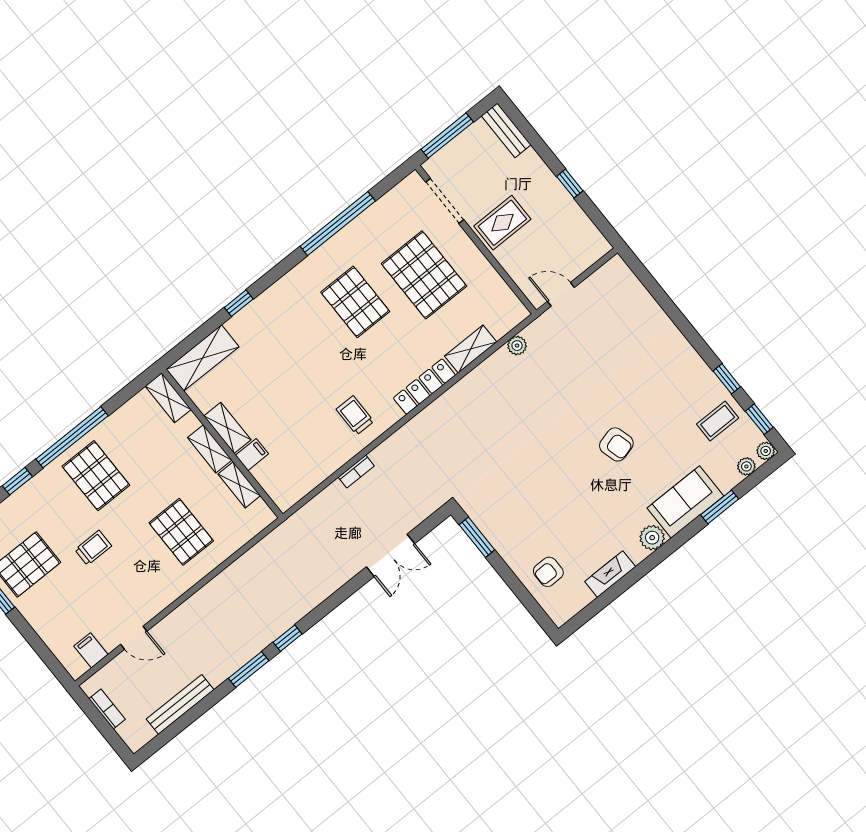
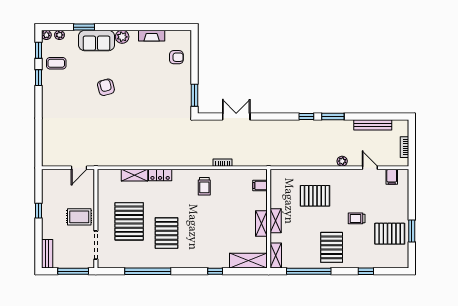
door: (561, 294) -> (79, 168), hinge flipped
plant: (517, 346) -> (342, 161), moved
locker: (424, 387) -> (160, 175), width x0.66
window: (72, 437) -> (309, 271), moved
filing cabinet: (252, 455) -> (260, 186), moved
shelving: (239, 485) -> (275, 196), removed
pallet: (181, 532) -> (315, 196), turned 90

